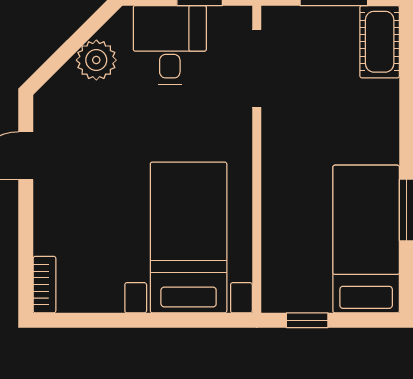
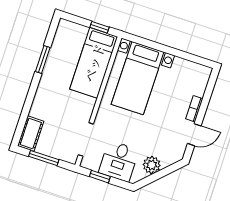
bed: (366, 239) -> (94, 63), moved
bookcase: (44, 285) -> (194, 109), moved

